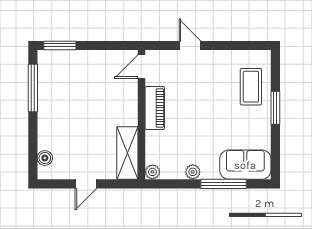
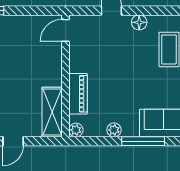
floor lamp: (219, 58) -> (139, 22), added
piano: (155, 108) -> (78, 94), moved

